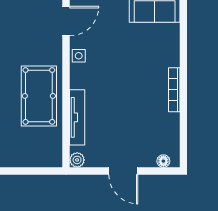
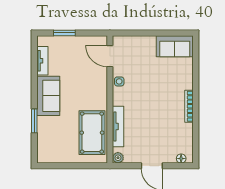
door: (66, 21) -> (110, 56), swing flipped
pool table: (39, 96) -> (92, 133), moved

